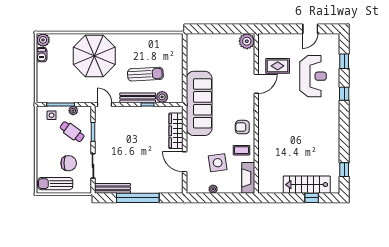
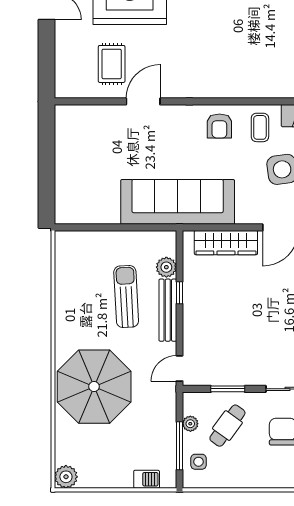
plant: (247, 41) -> (68, 118), removed
barbecue: (42, 55) -> (147, 479), moved
door: (256, 84) -> (143, 101), hinge flipped

